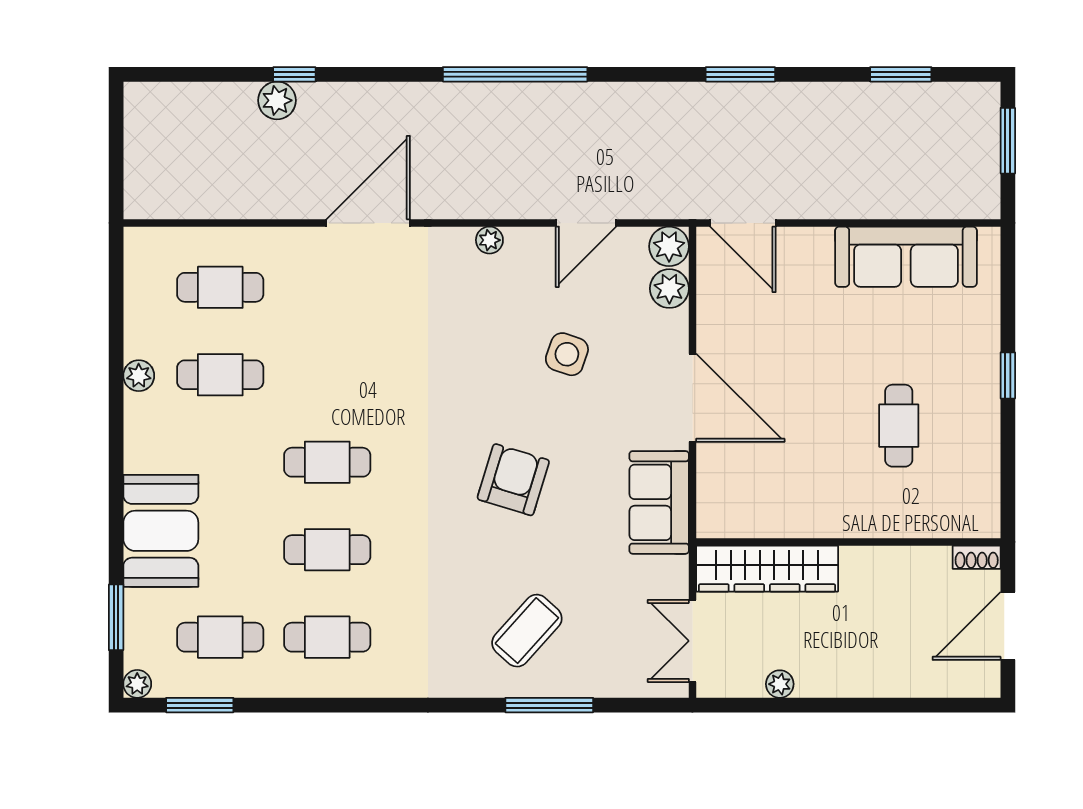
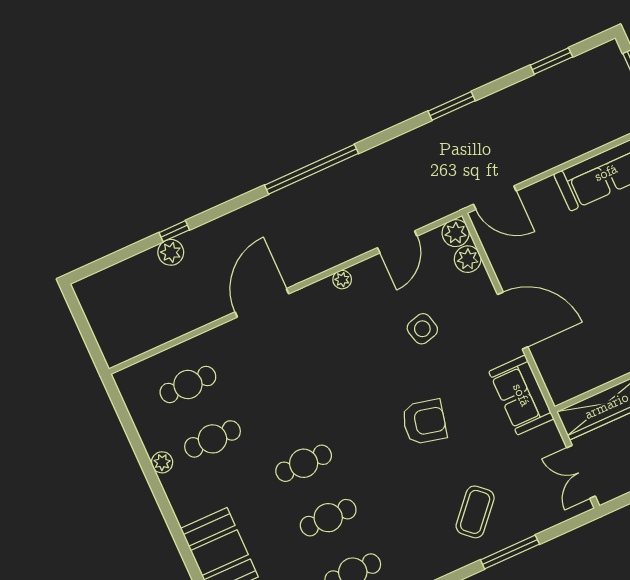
side table: (567, 354) -> (422, 329), turned -34
armchair: (513, 480) -> (424, 422), turned 86

